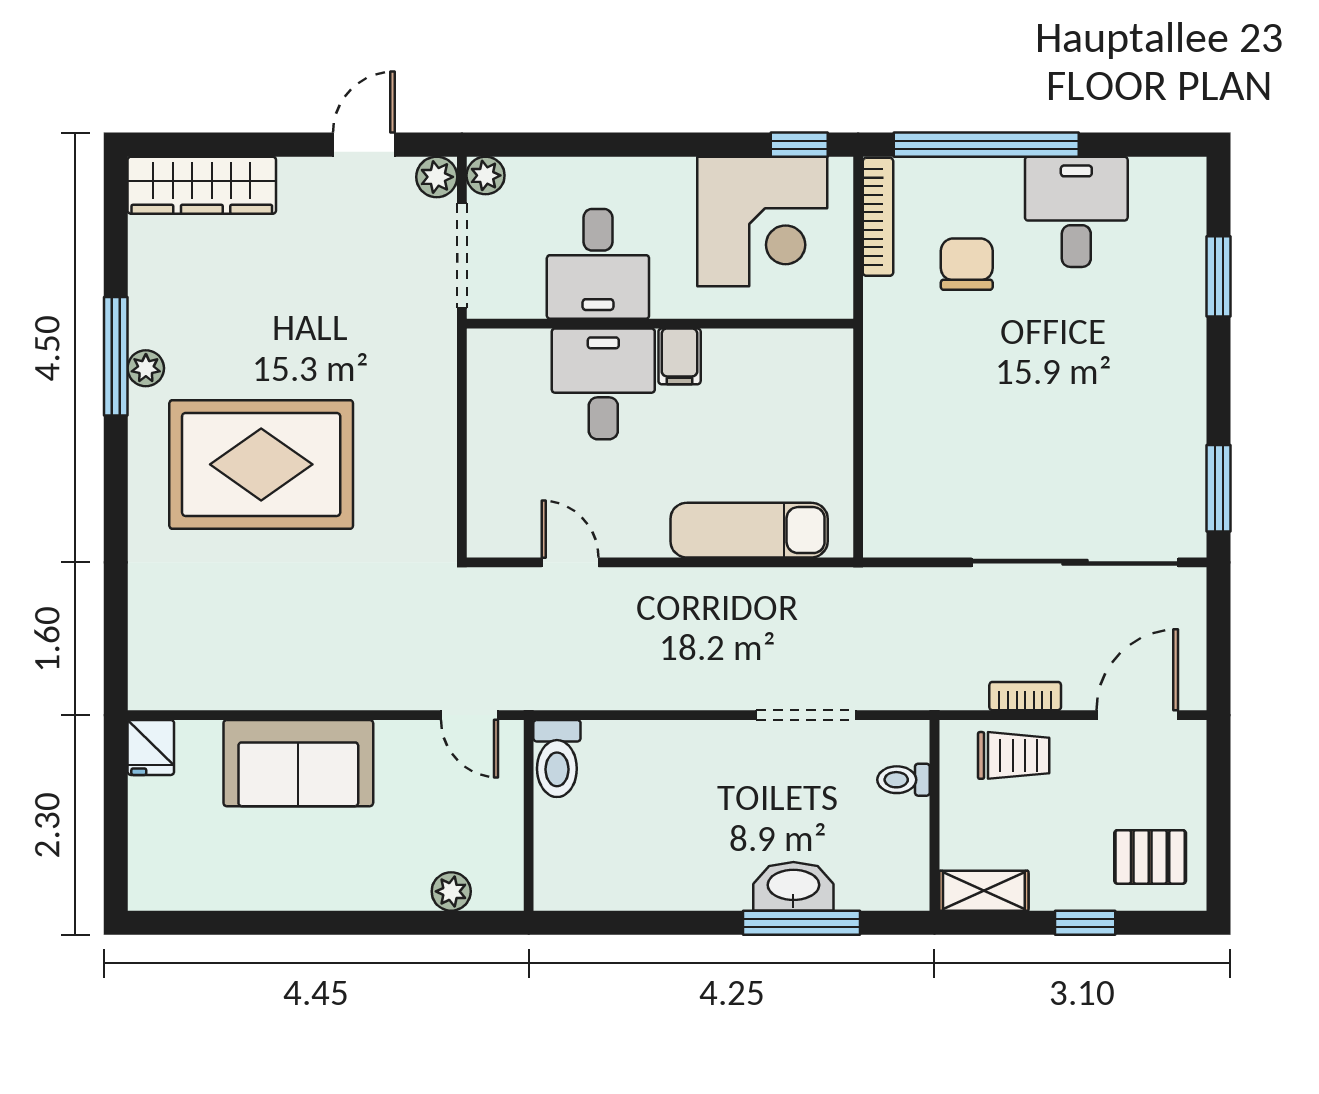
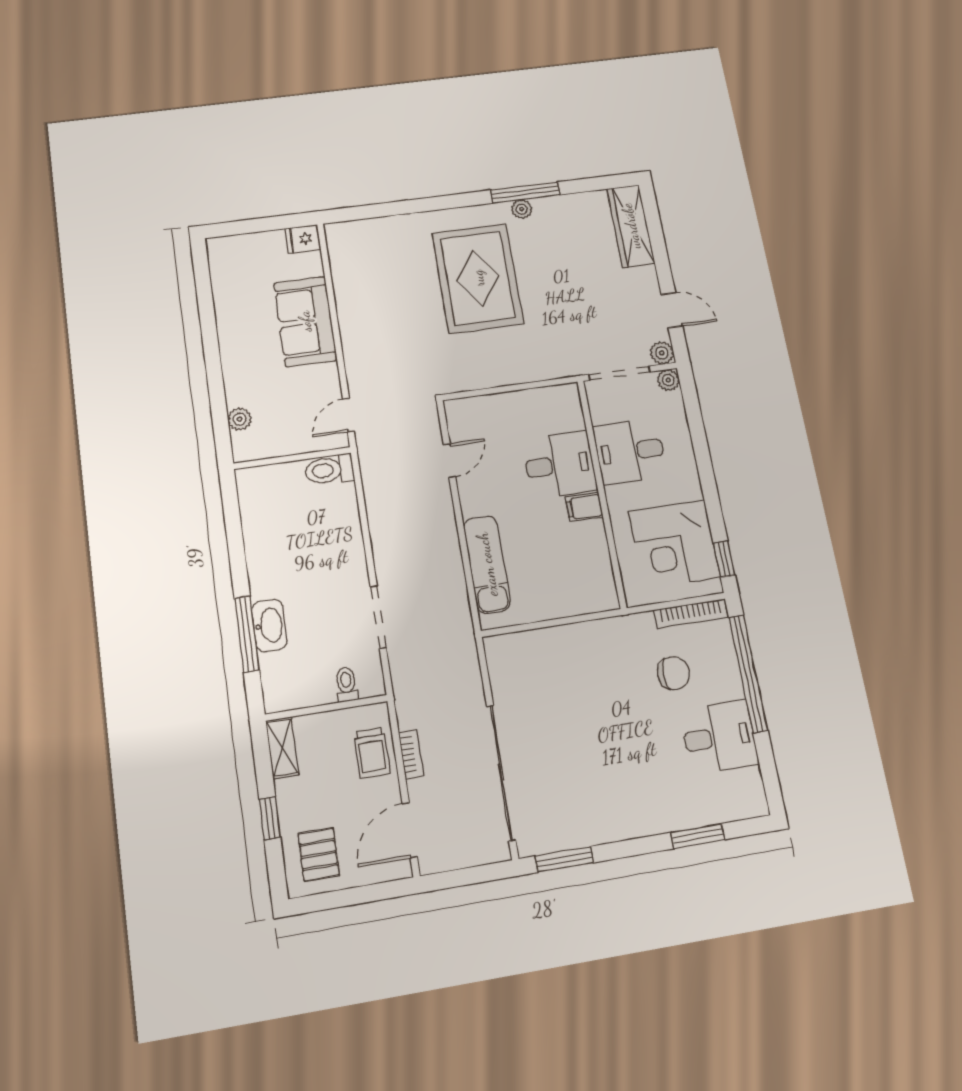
door: (1137, 715) -> (410, 830), swing flipped

